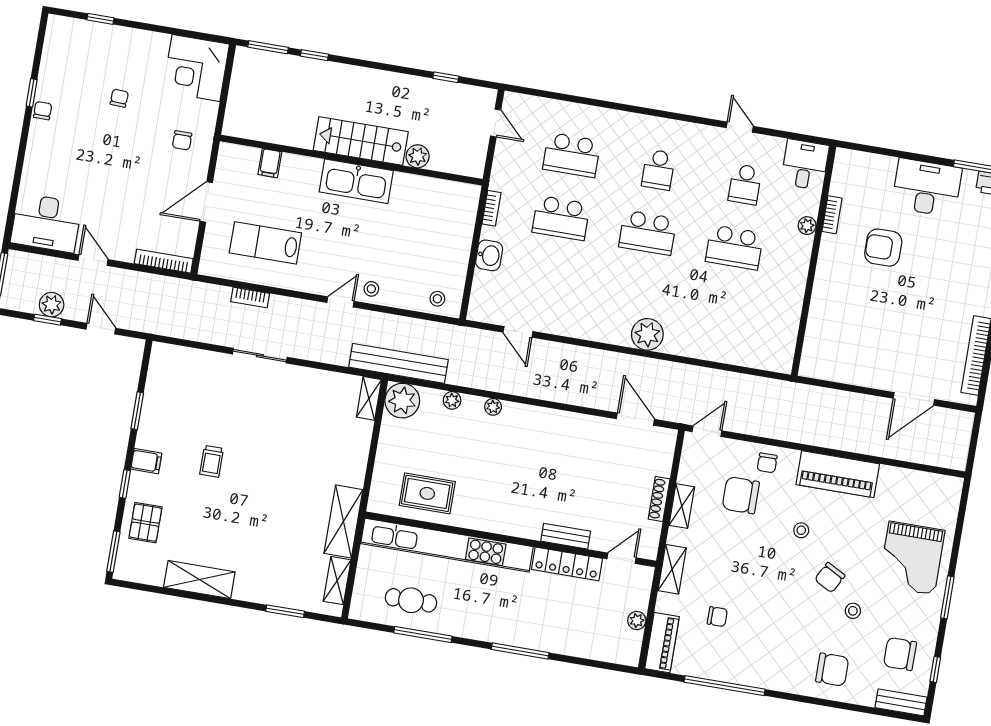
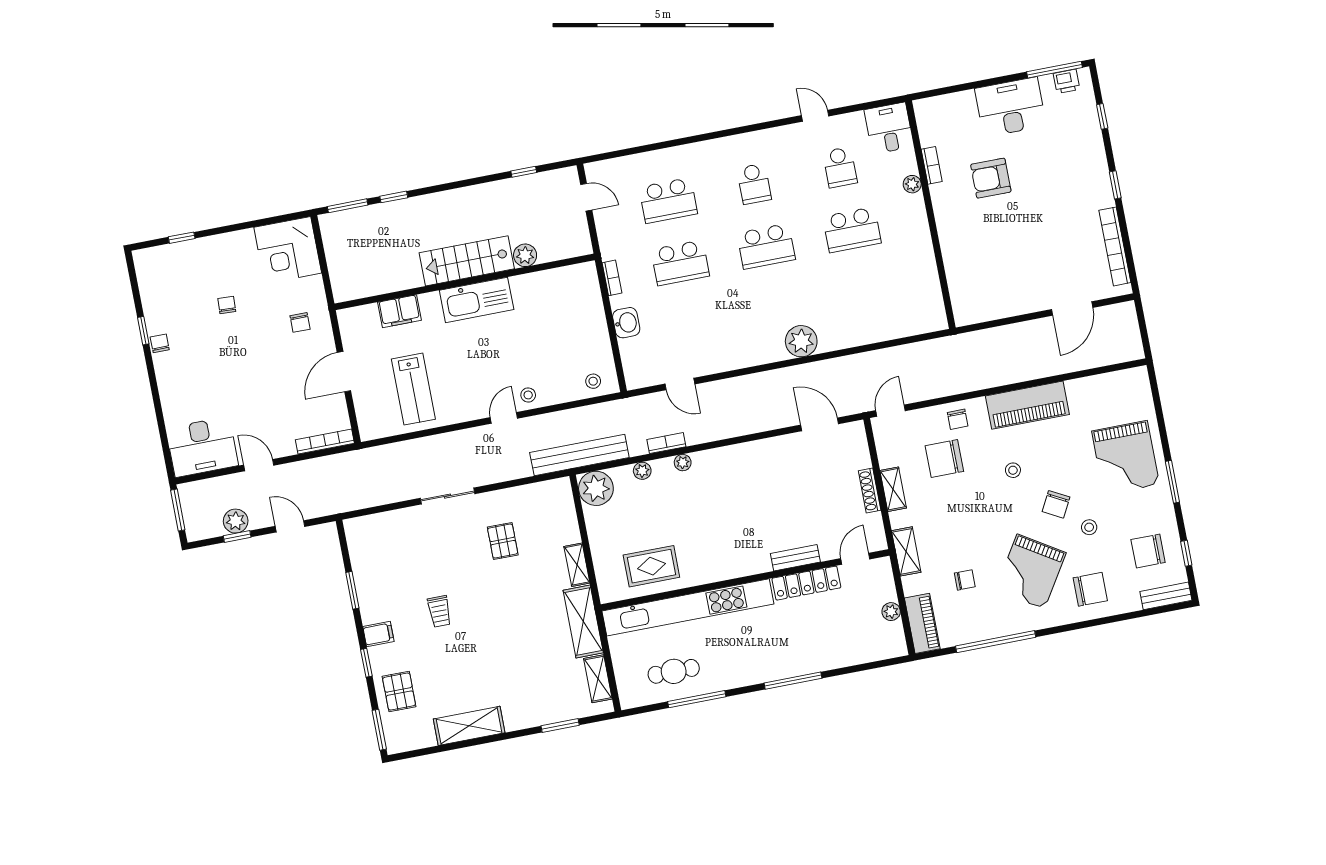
filing cabinet: (270, 163) -> (399, 311), width x2.00
lab bench: (265, 243) -> (413, 389), turned -90
bookcase: (250, 297) -> (666, 443), moved, turned 180
shelving: (369, 398) -> (577, 565), moved
pallet: (296, 417) -> (503, 541), added
grand piano: (782, 632) -> (1031, 572), added

